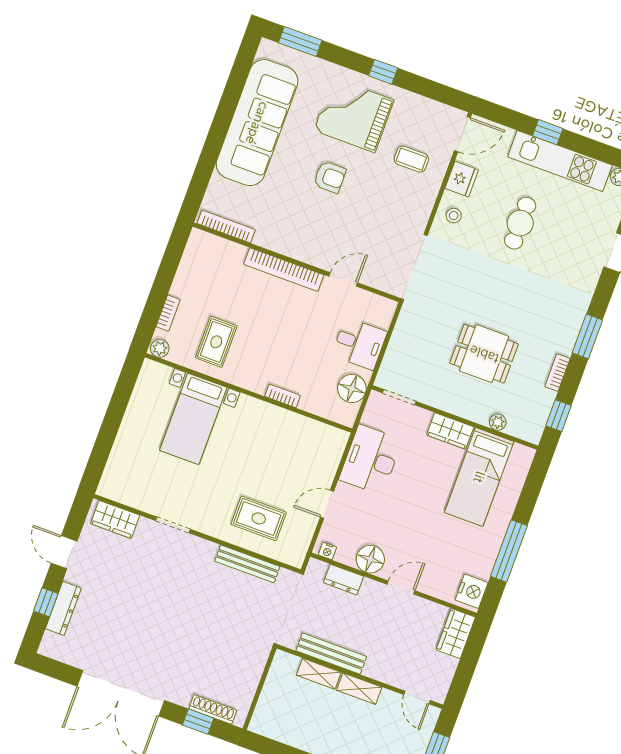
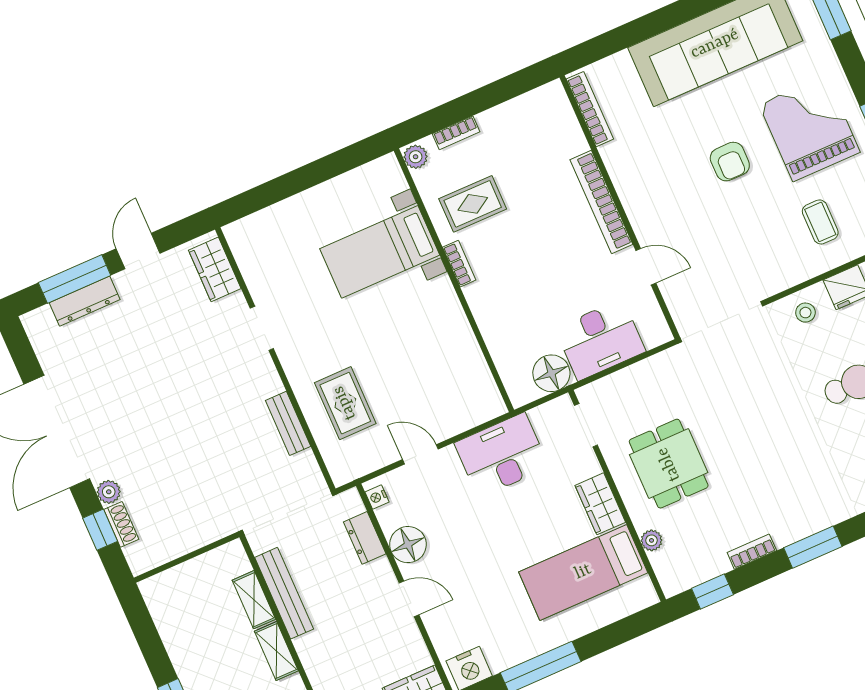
desk: (359, 344) -> (600, 340), width x1.37
dining table: (484, 354) -> (669, 464), moved
bookcase: (283, 396) -> (459, 264), moved
bench: (247, 564) -> (288, 423), width x0.73
window: (46, 602) -> (75, 279), width x2.17
plant: (182, 697) -> (109, 492), added
shoe rack: (213, 709) -> (121, 524), width x0.70

